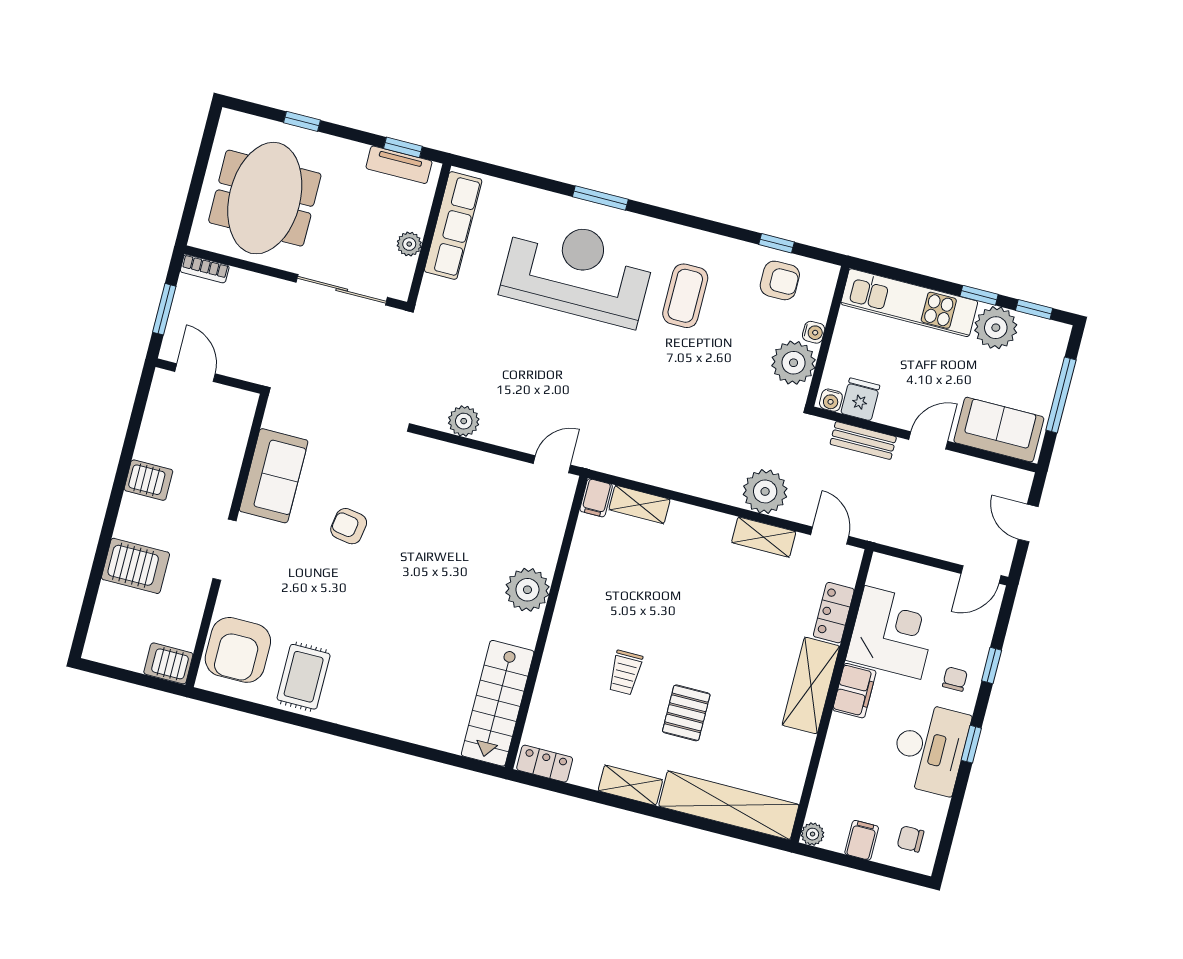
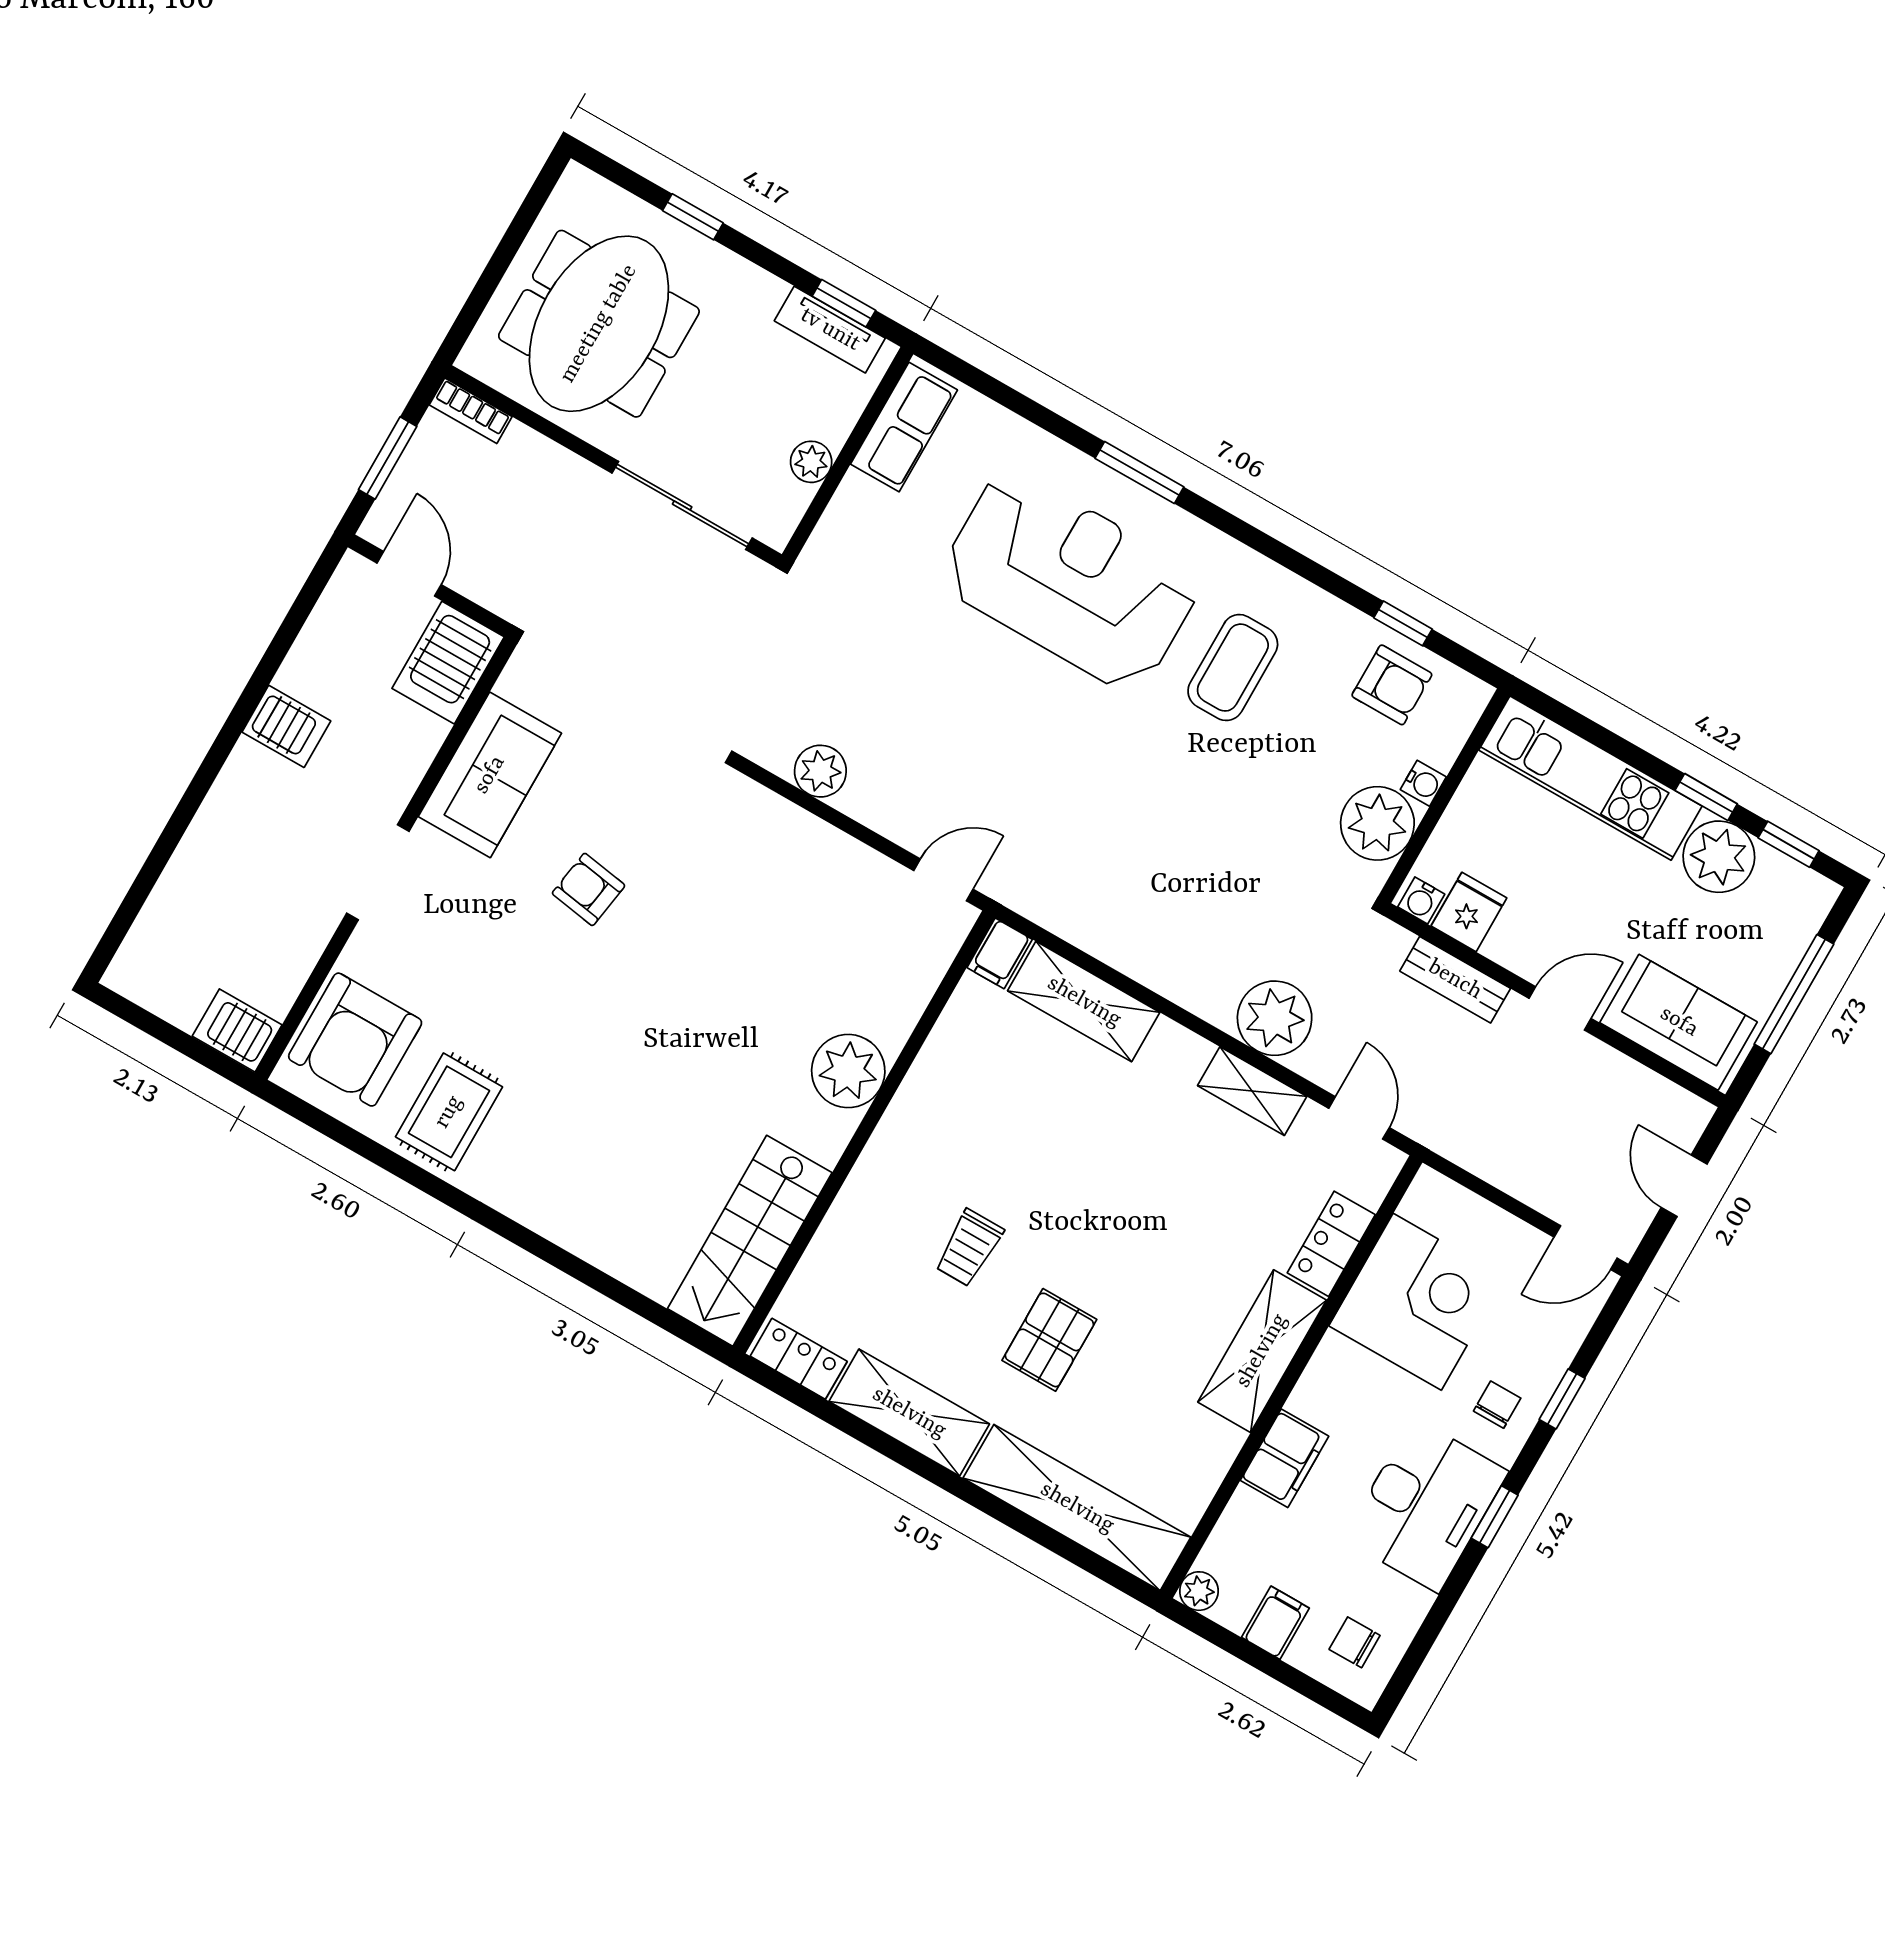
row of seats: (453, 225) -> (904, 427), width x0.68
shelving: (640, 505) -> (1084, 1002), width x1.50, depth x1.33
server rack: (135, 566) -> (448, 663), moved, turned 90
filing cabinet: (854, 691) -> (1284, 1458), moved
shelving: (630, 785) -> (909, 1413), width x1.50, depth x1.33

